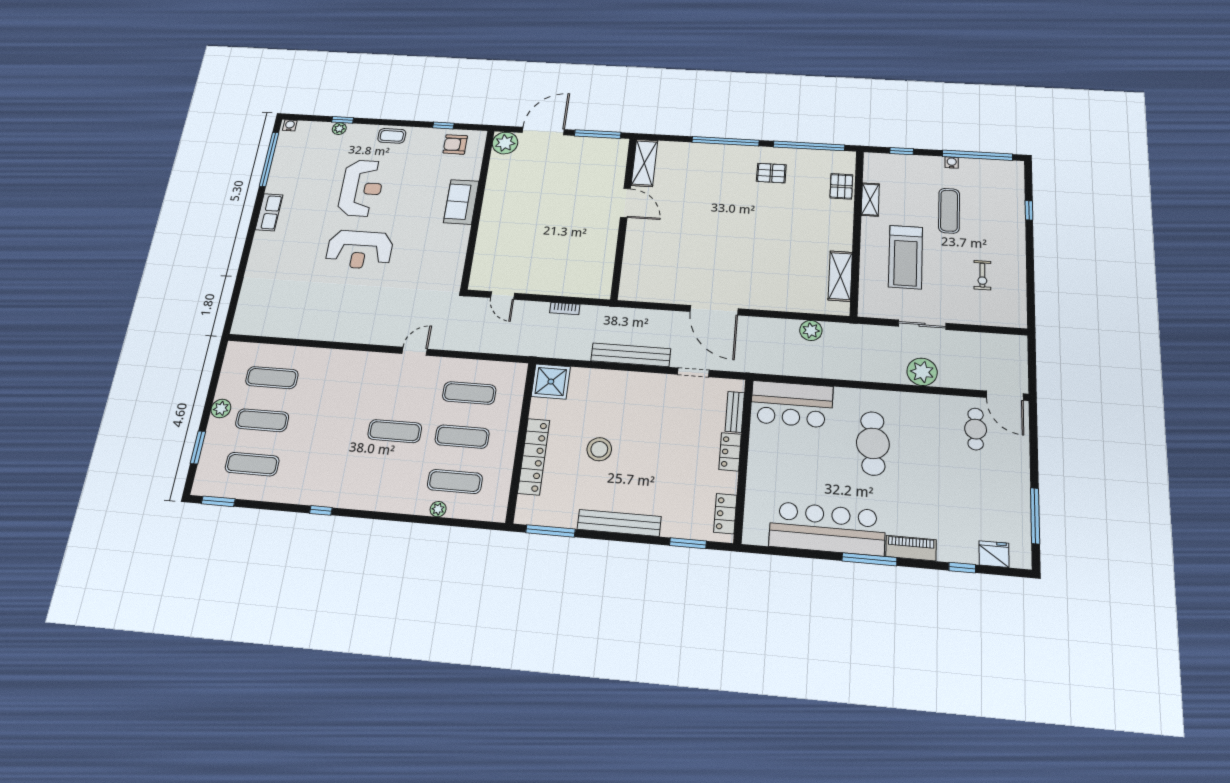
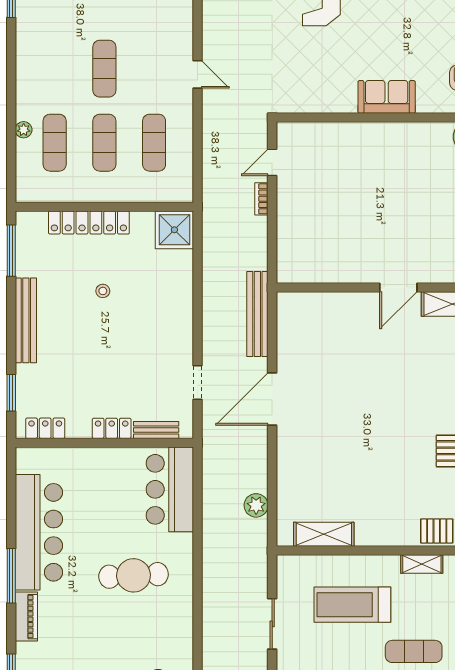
bookcase: (565, 309) -> (261, 199), moved
bench: (631, 355) -> (257, 314), moved
plant: (922, 372) -> (217, 625), removed
stool: (599, 449) -> (103, 291), width x0.53, depth x0.53

